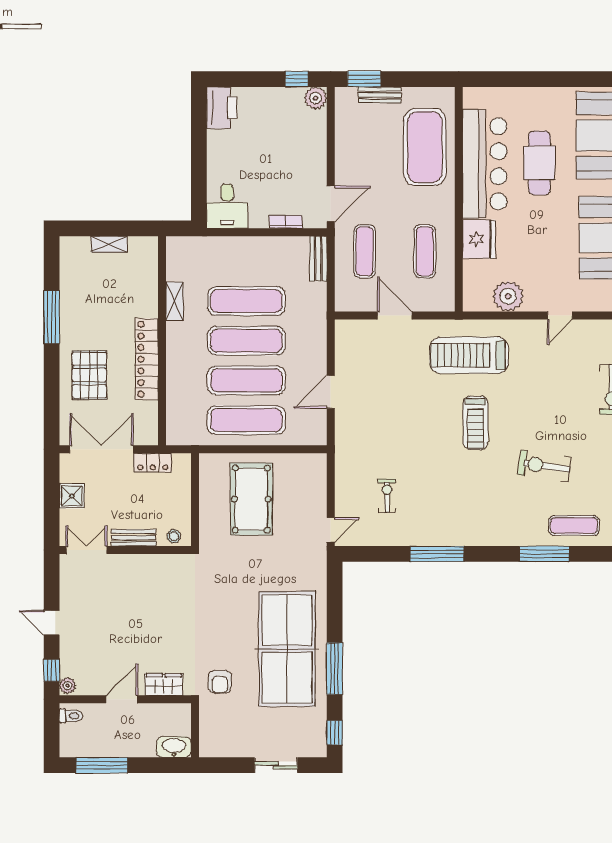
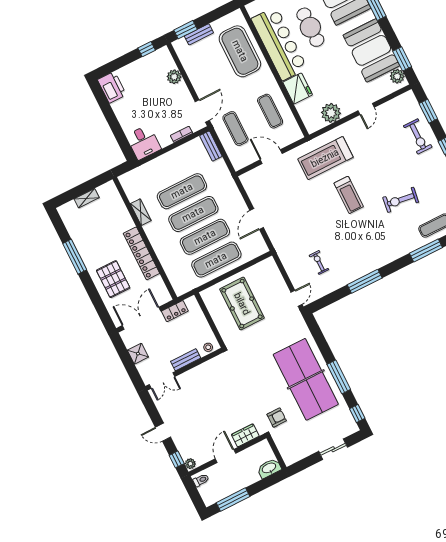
plant: (316, 98) -> (174, 77), moved
double door: (86, 550) -> (162, 380), swing flipped
armchair: (220, 682) -> (277, 418), turned -90

